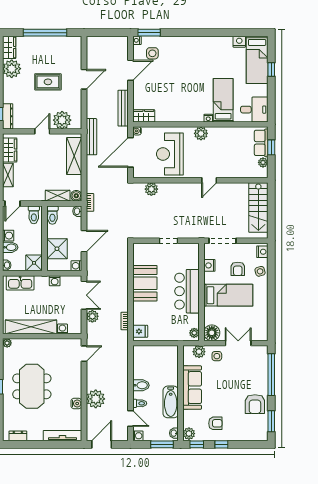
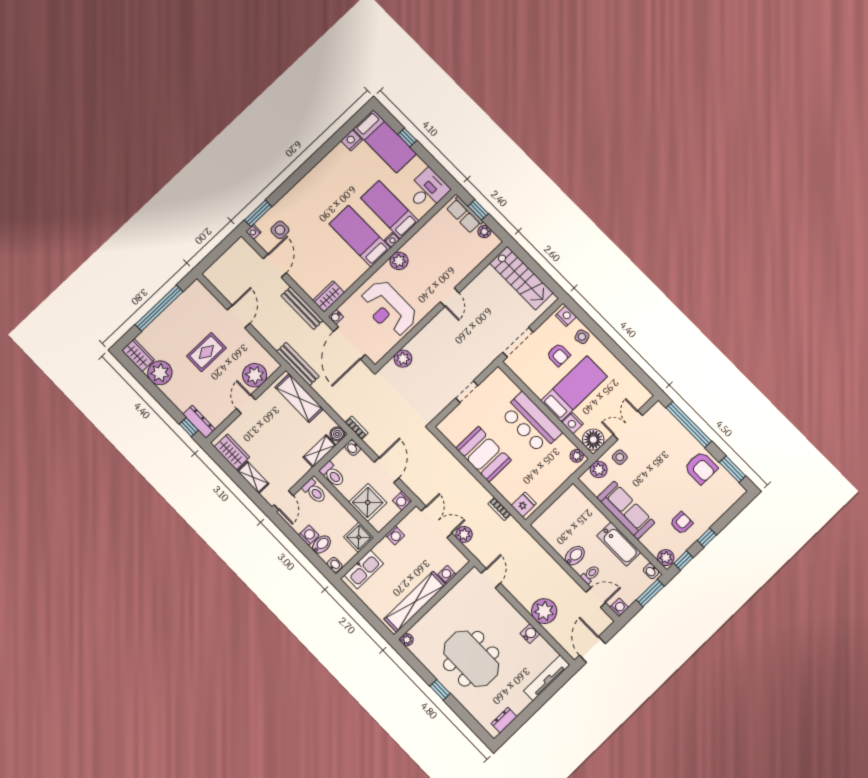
bed: (193, 99) -> (360, 236), added
nightstand: (209, 265) -> (573, 423), moved

